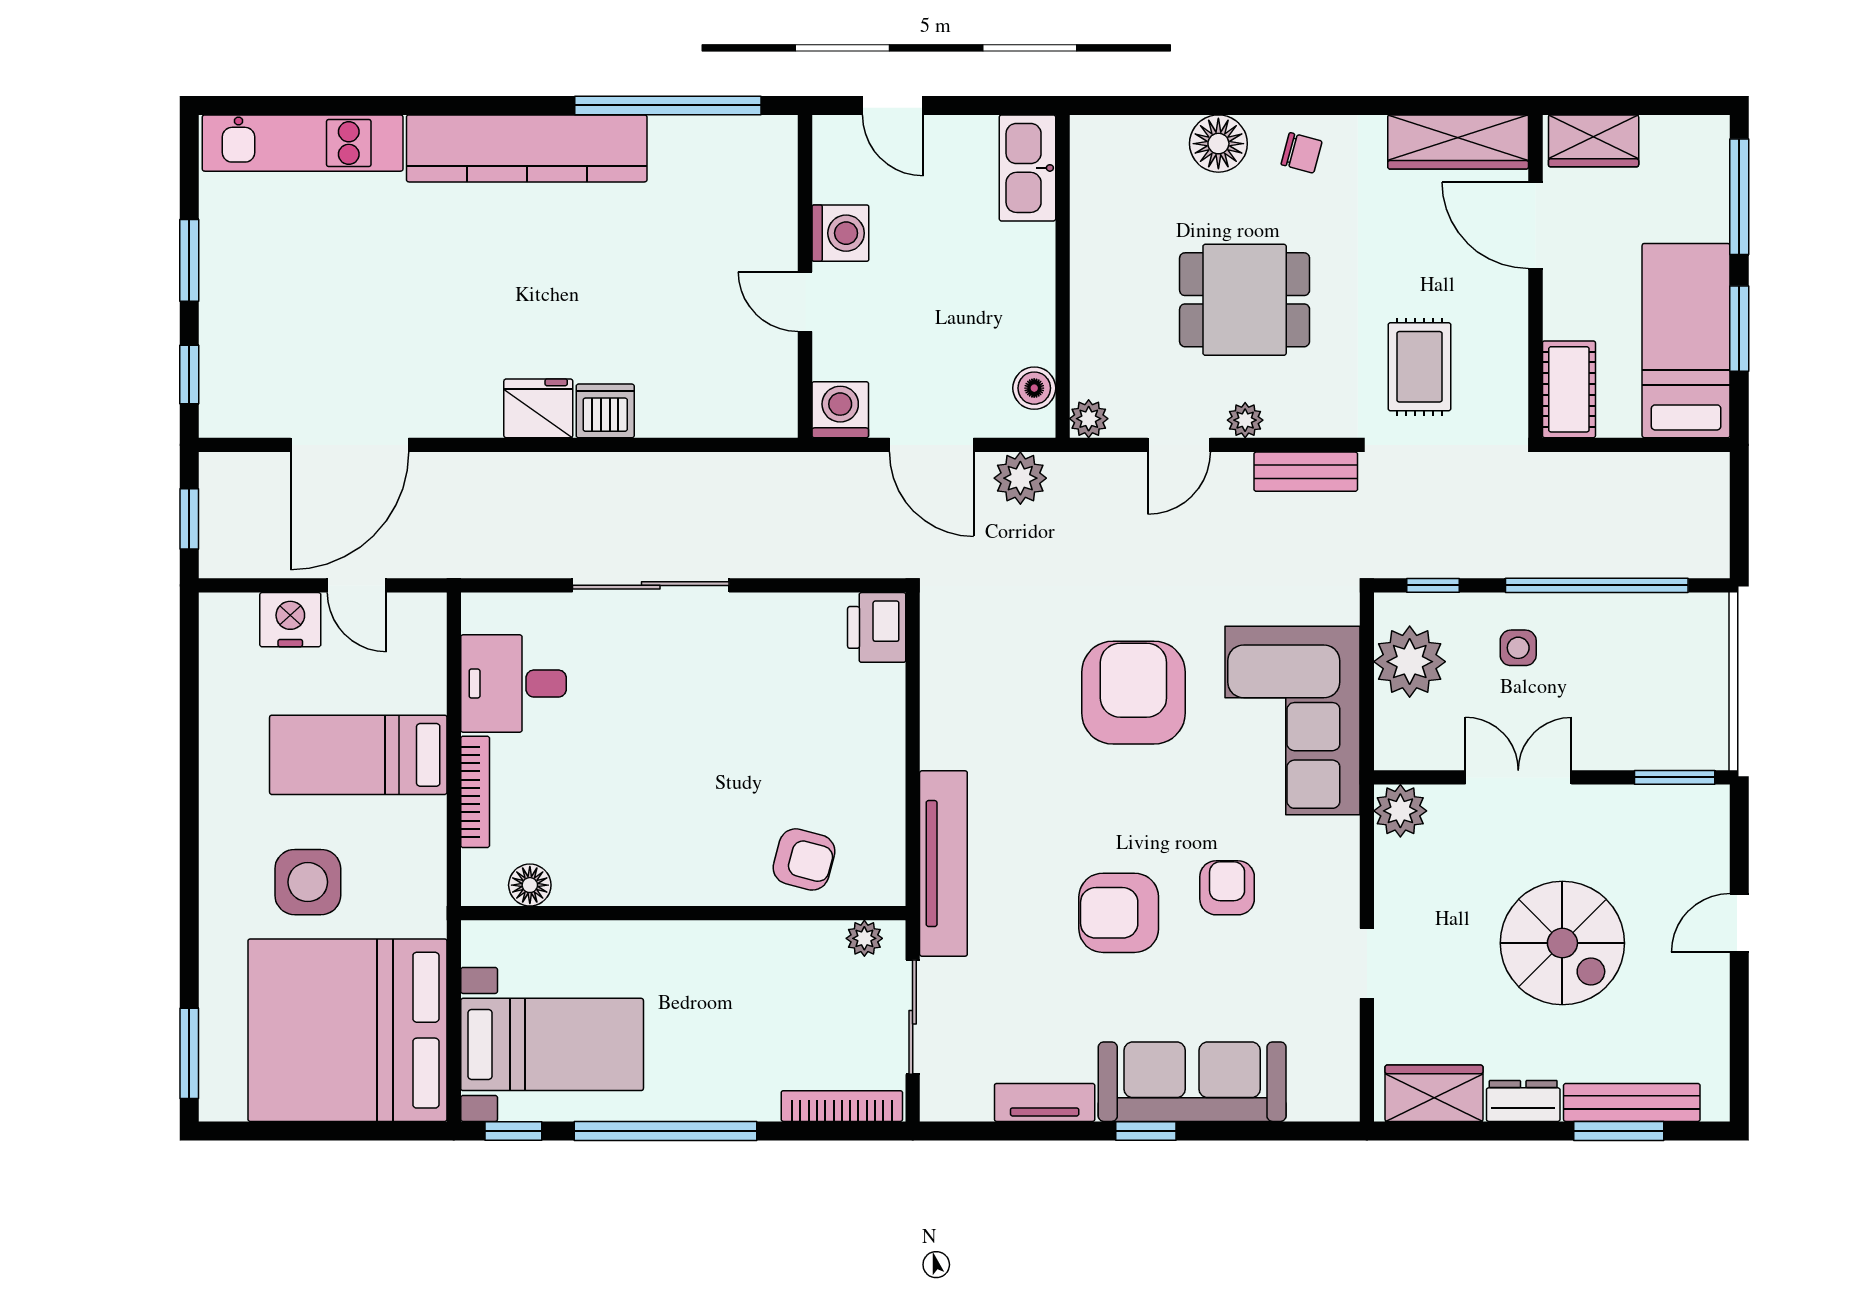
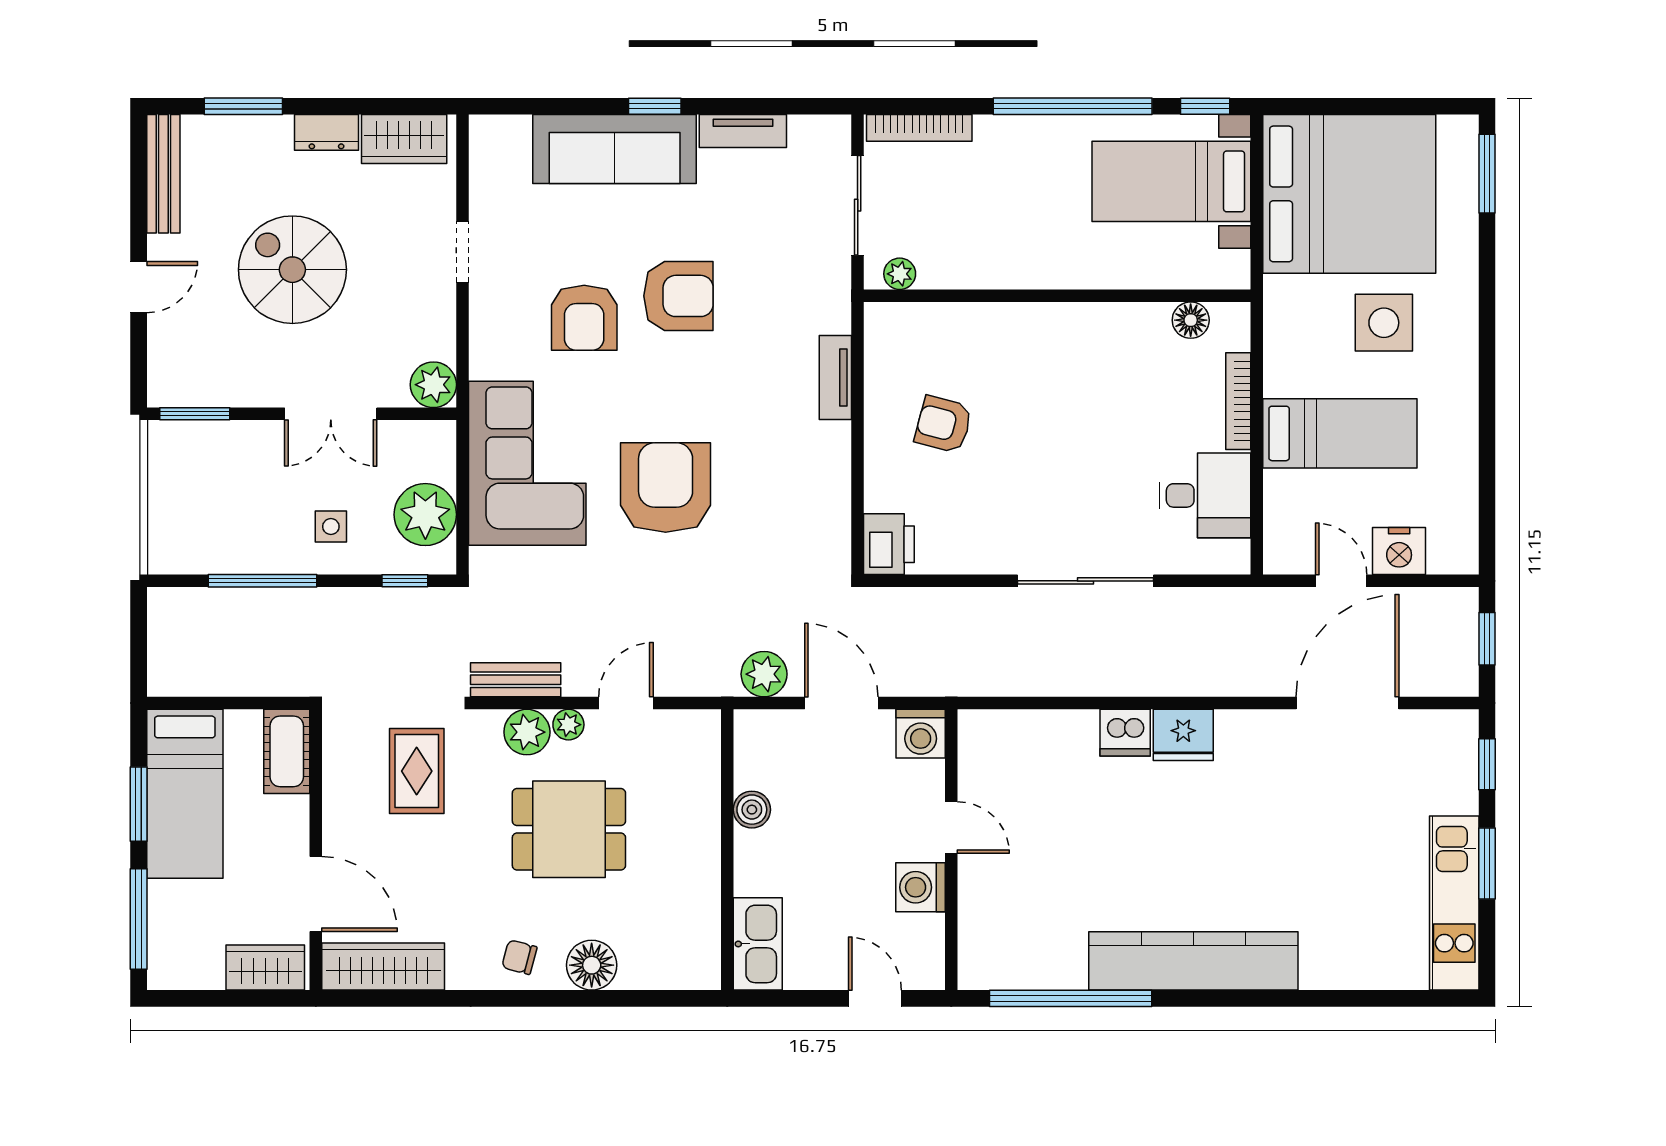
kitchen unit: (303, 143) -> (1454, 903), moved, turned -90
boiler: (1034, 388) -> (752, 810), moved
plant: (1089, 419) -> (527, 732), moved, width x1.38, depth x1.38
window: (1597, 585) -> (263, 581), width x0.68
armchair: (1133, 693) -> (666, 488), turned 180
armchair: (804, 859) -> (943, 424), moved
tv unit: (943, 864) -> (835, 378), width x0.52, depth x0.78
armchair: (1227, 888) -> (584, 318), width x1.38, depth x1.38
bench: (1632, 1102) -> (163, 174), moved, turned 90

